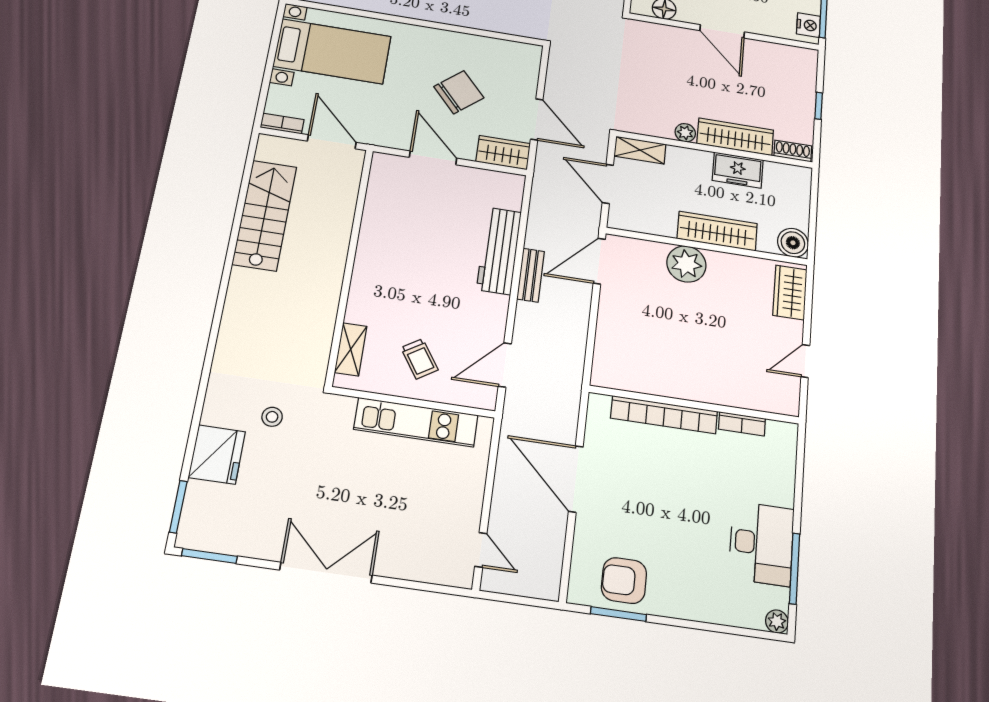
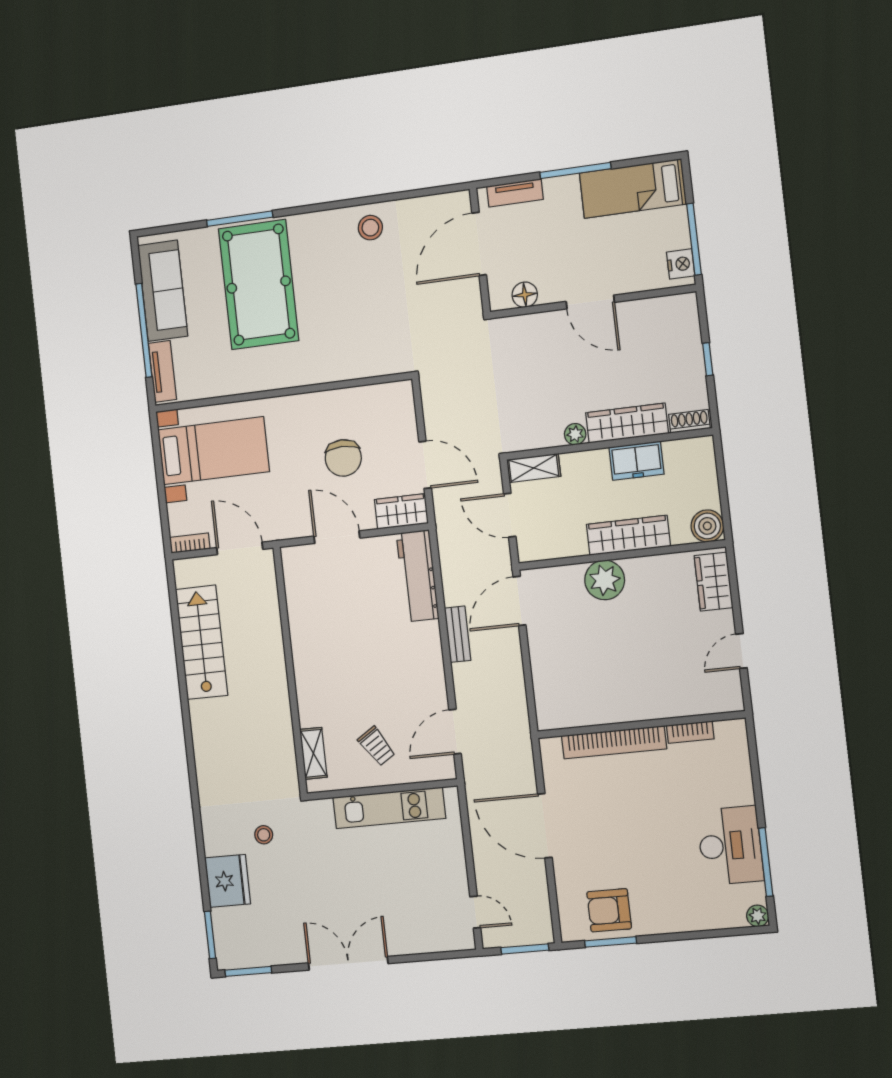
chair: (459, 92) -> (343, 458), turned 131
workbench: (499, 251) -> (418, 576), moved
window: (525, 601) -> (525, 949), added

